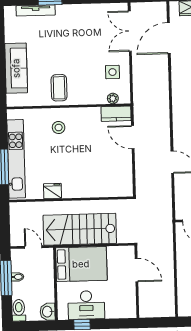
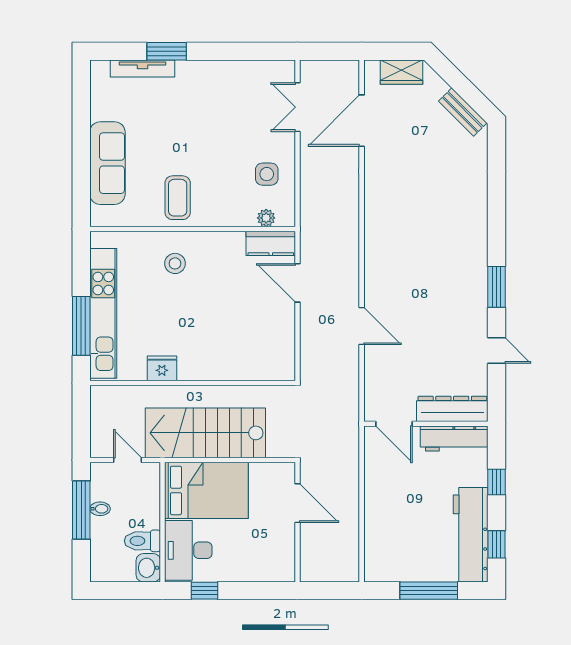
double door: (130, 31) -> (297, 107), width x0.73
desk: (86, 305) -> (188, 550), moved, turned 90
toilet: (19, 310) -> (142, 541), moved, turned -90

